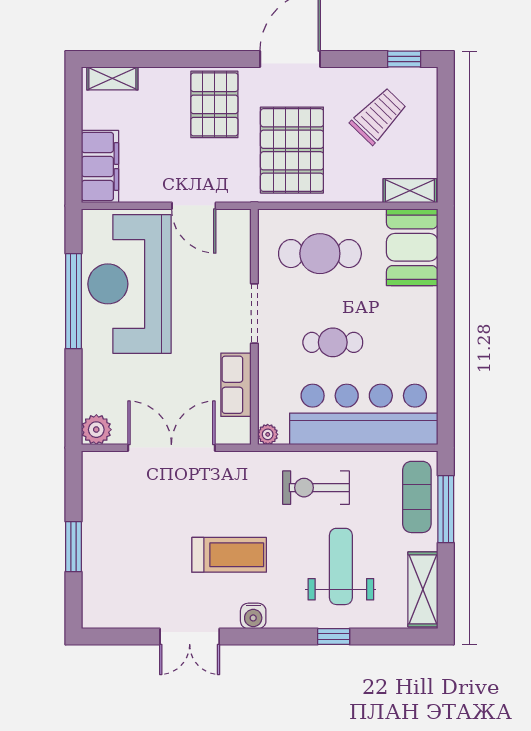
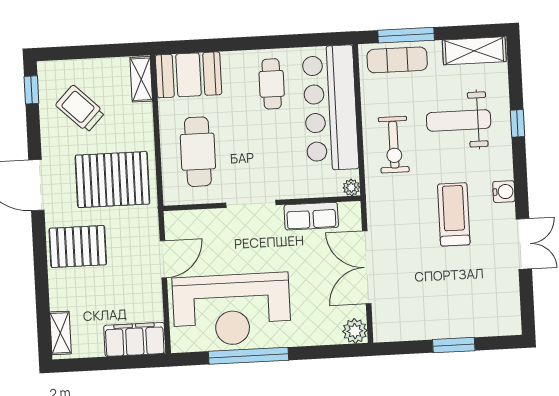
cafe table: (333, 342) -> (272, 84), moved

